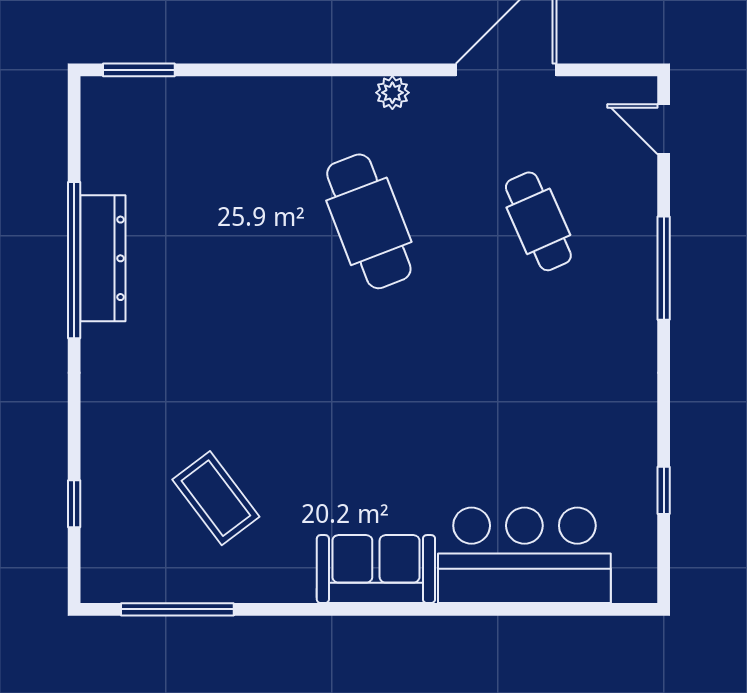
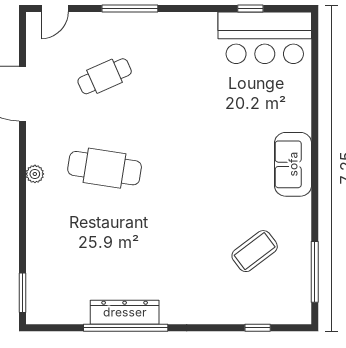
plant: (392, 93) -> (35, 174), moved
cafe table: (369, 221) -> (105, 168), turned 30
bar counter: (524, 555) -> (265, 38), moved, turned -90

